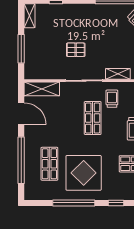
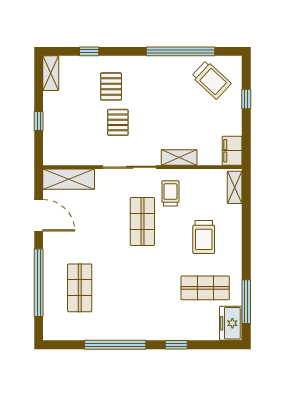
pallet: (71, 25) -> (111, 86), added
window: (21, 49) -> (39, 121), width x0.46
pallet: (76, 50) -> (118, 122), turned 90
display table: (84, 173) -> (129, 301), removed

